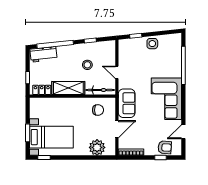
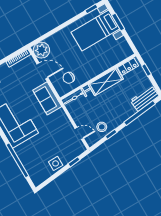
stool: (87, 65) -> (102, 127), moved
door: (117, 72) -> (79, 133), moved
door: (117, 129) -> (42, 71), swing flipped
plant: (97, 147) -> (41, 50), moved

